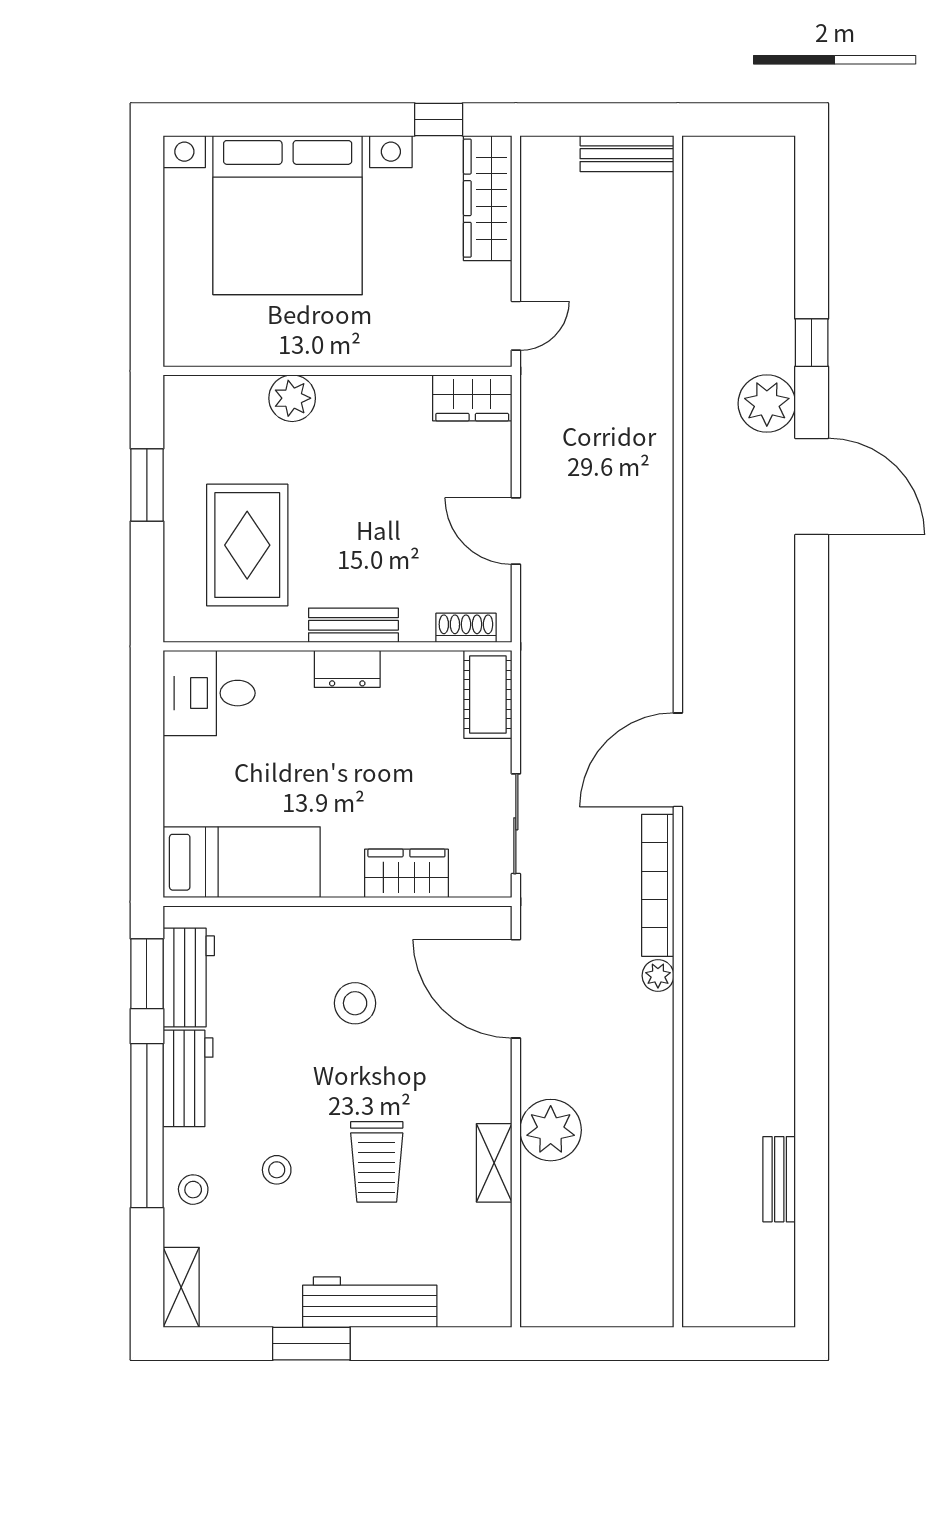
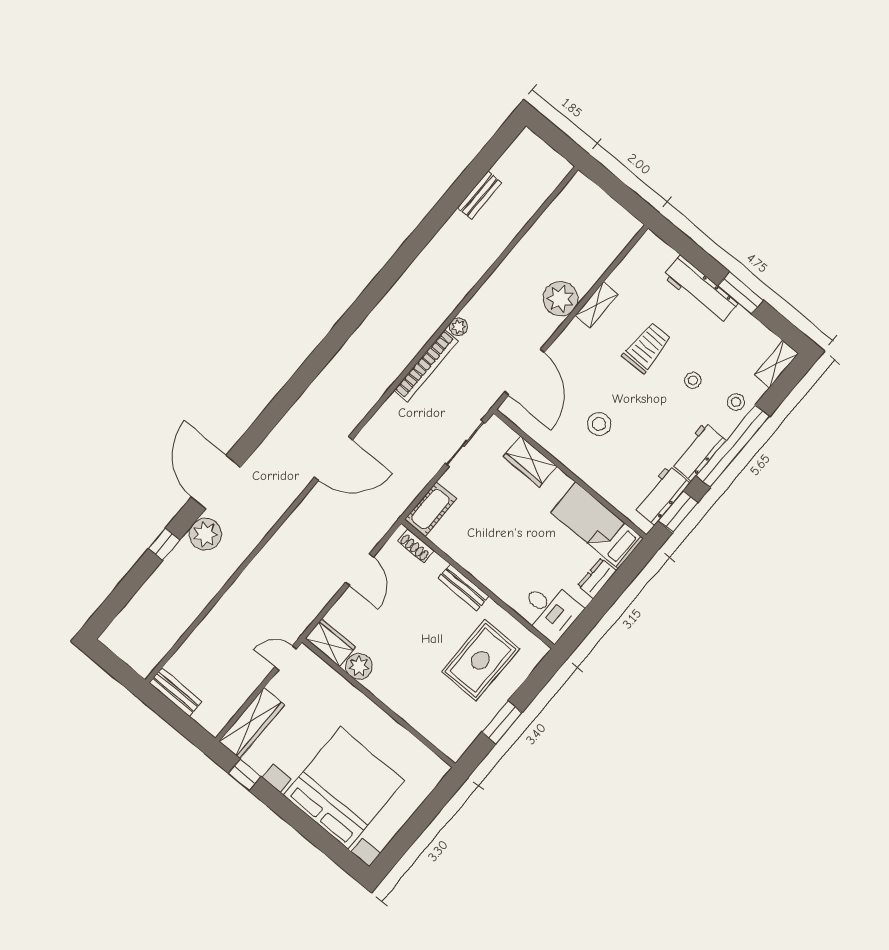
plant: (292, 398) -> (359, 666), moved
dresser: (347, 669) -> (597, 578), moved, turned -90
door: (678, 760) -> (333, 459), moved

